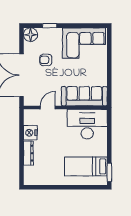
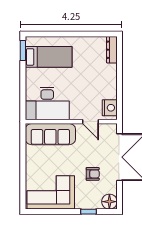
door: (48, 108) -> (90, 122), hinge flipped
nightstand: (30, 133) -> (110, 108), moved
dresser: (28, 153) -> (112, 50), moved

